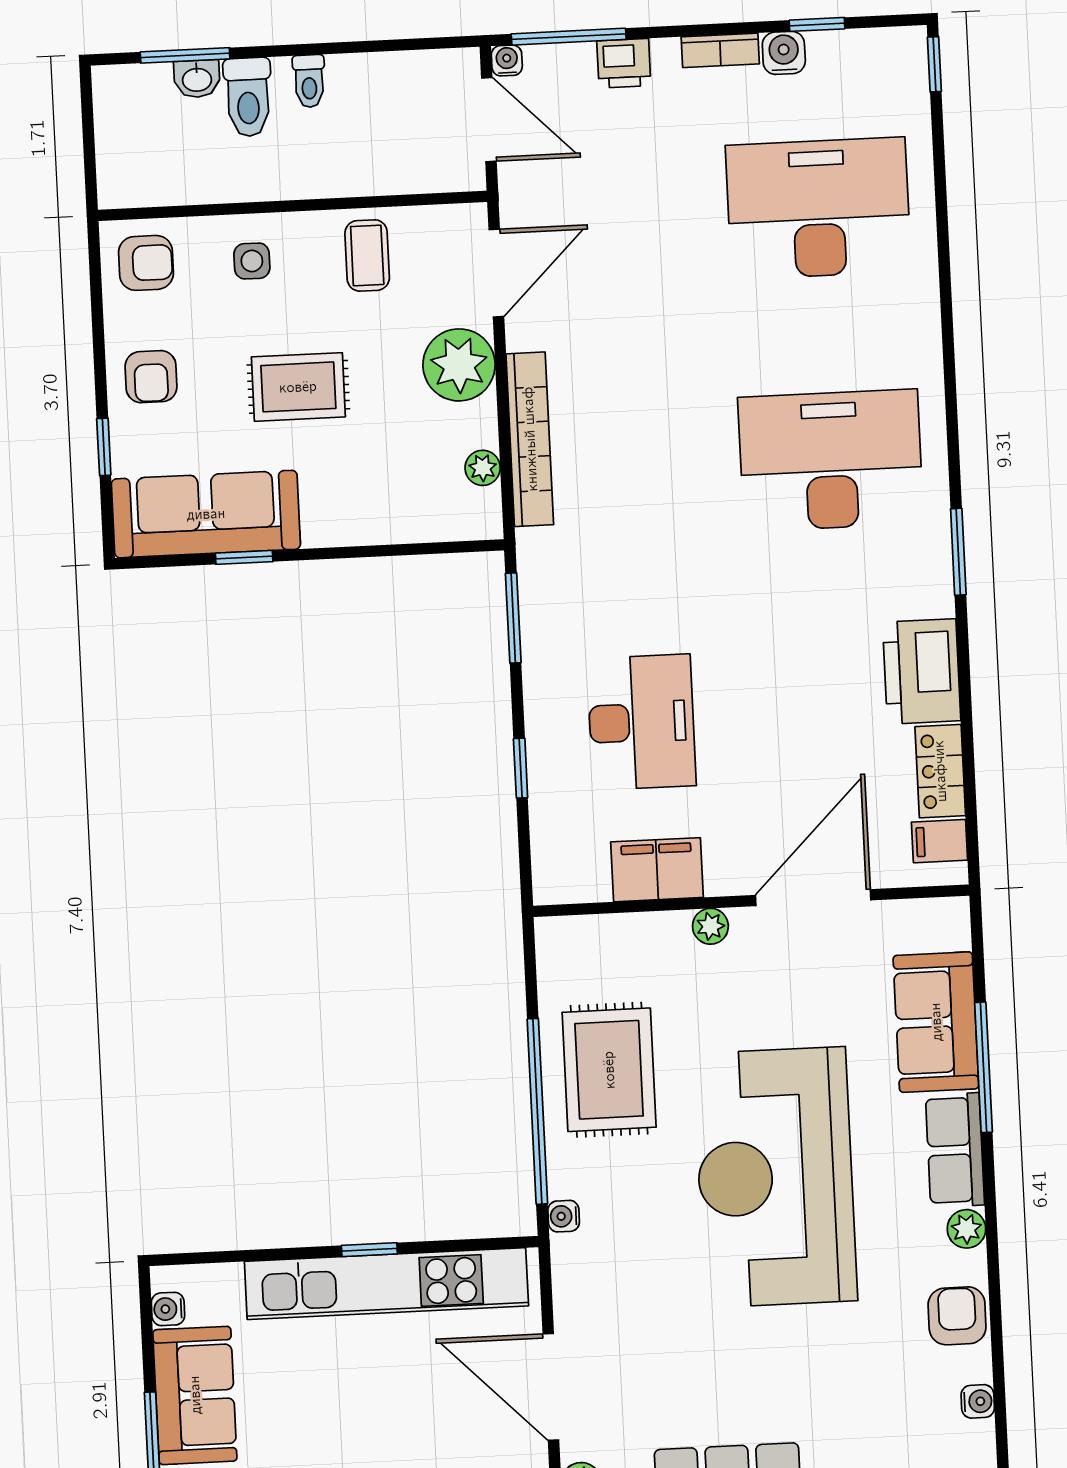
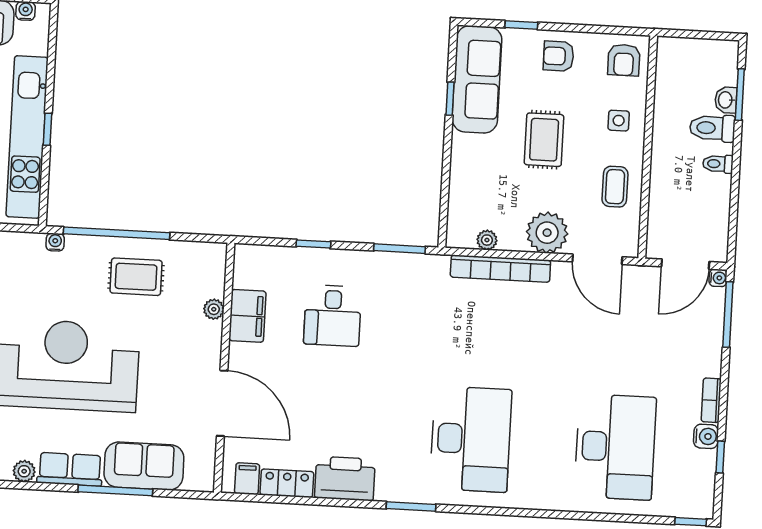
printer: (624, 63) -> (710, 344), removed
coffee table: (367, 255) -> (615, 187), turned 90
desk: (641, 722) -> (332, 316), width x0.73
plant: (710, 926) -> (214, 309), moved
rug: (609, 1070) -> (136, 277), width x0.73, depth x0.70

